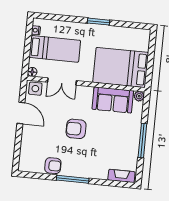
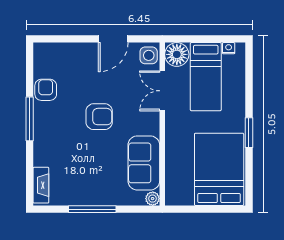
bed: (121, 67) -> (219, 169), moved
floor lamp: (32, 72) -> (177, 54), width x1.89, depth x1.89
armchair: (76, 129) -> (99, 117), turned 90
armchair: (53, 166) -> (46, 90), turned 180

